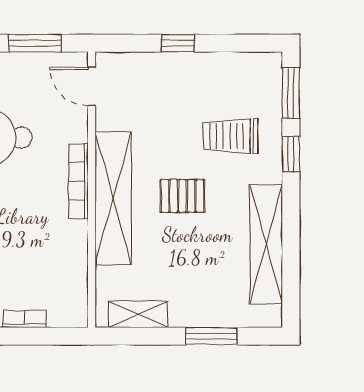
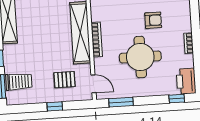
trolley: (230, 136) -> (19, 82), moved
pallet: (182, 196) -> (64, 80), moved

